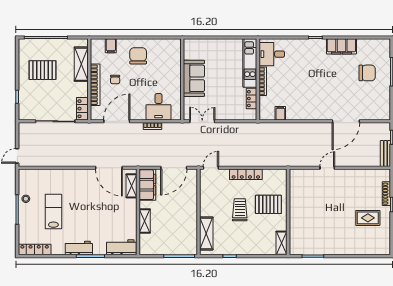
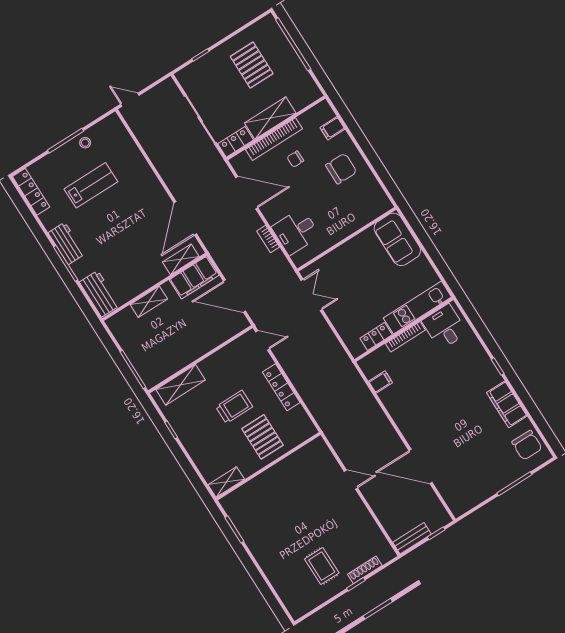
shelving: (81, 64) -> (270, 118), moved
chair: (367, 73) -> (527, 445), moved
sofa: (194, 78) -> (397, 239), moved, turned 90

